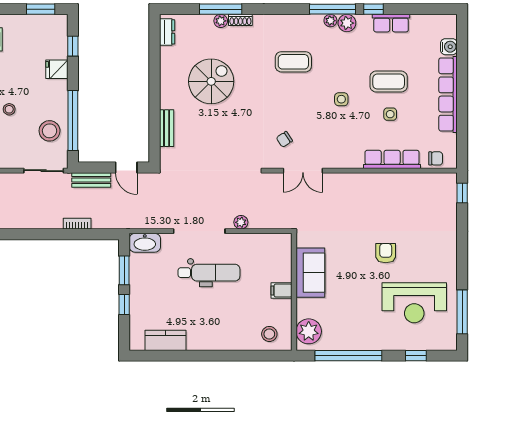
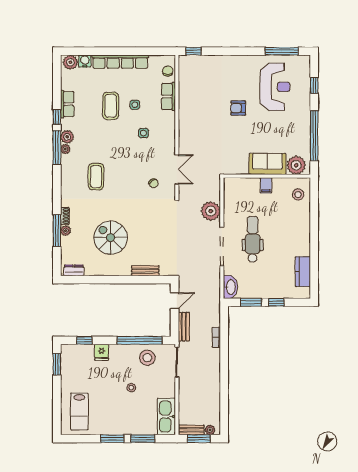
plant: (447, 27) -> (70, 62), added
side table: (341, 99) -> (143, 133), moved
row of seats: (392, 159) -> (168, 96), width x0.68
plant: (241, 222) -> (211, 211), width x1.88, depth x1.88
sofa: (310, 273) -> (267, 164), moved

